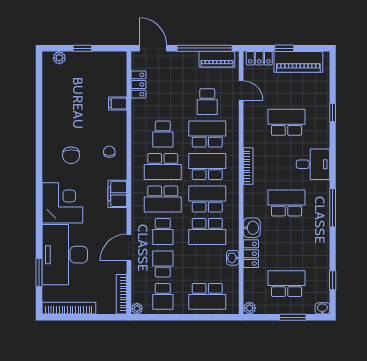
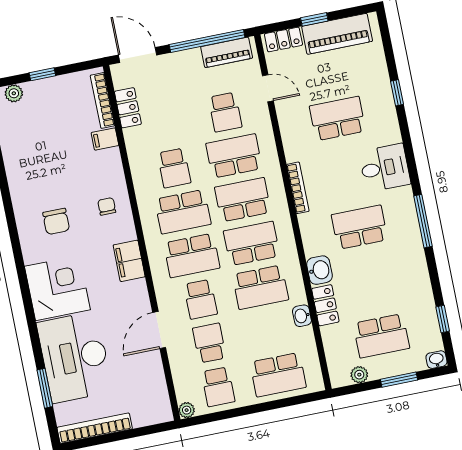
school desk: (287, 284) -> (381, 336), turned 180
bookcase: (121, 294) -> (103, 100), moved
plant: (250, 308) -> (359, 375), moved

